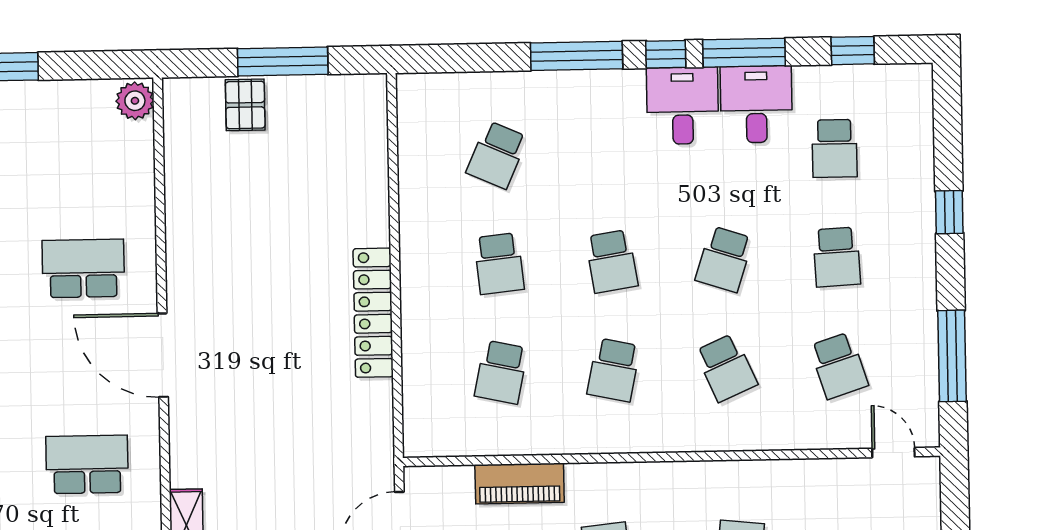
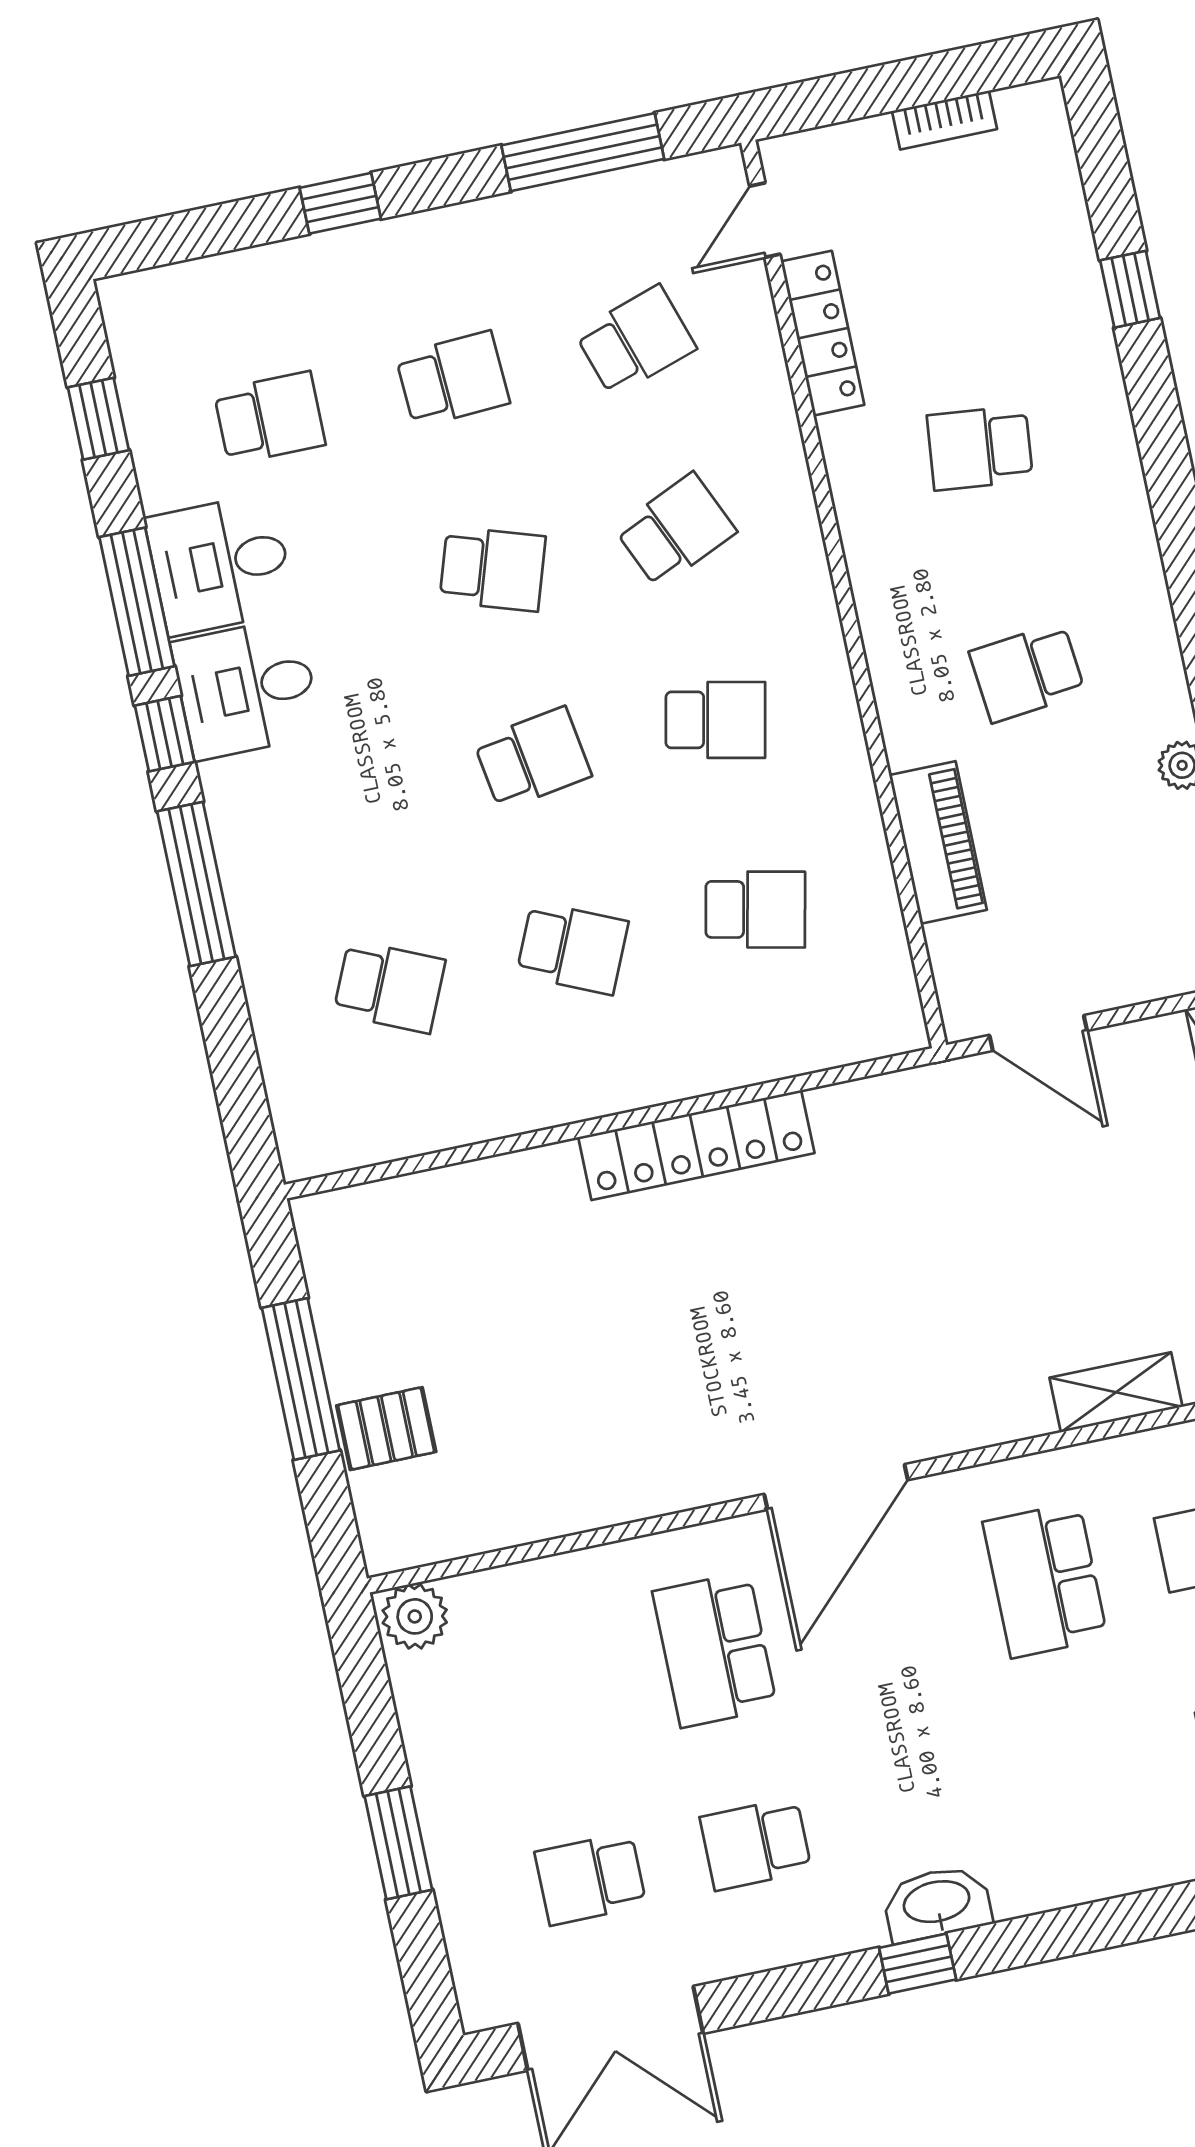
school desk: (499, 263) -> (572, 948), turned 30
locker: (823, 473) -> (823, 333), added

